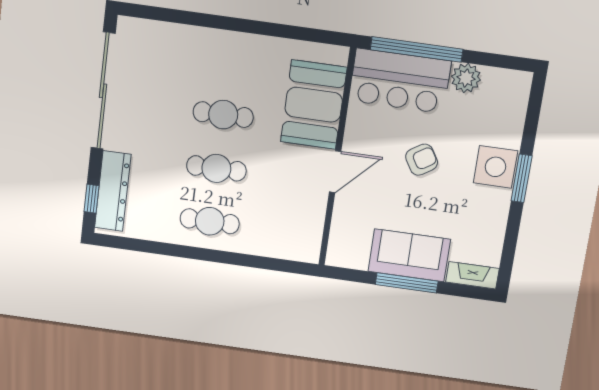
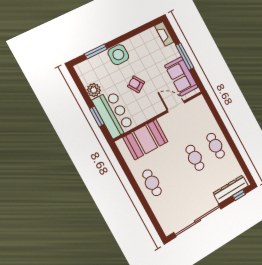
window: (417, 49) -> (97, 116), width x0.47
cafe table: (223, 115) -> (152, 183), moved
door: (335, 172) -> (176, 107), moved
window: (522, 178) -> (96, 51), moved
sofa: (409, 255) -> (181, 76), moved

